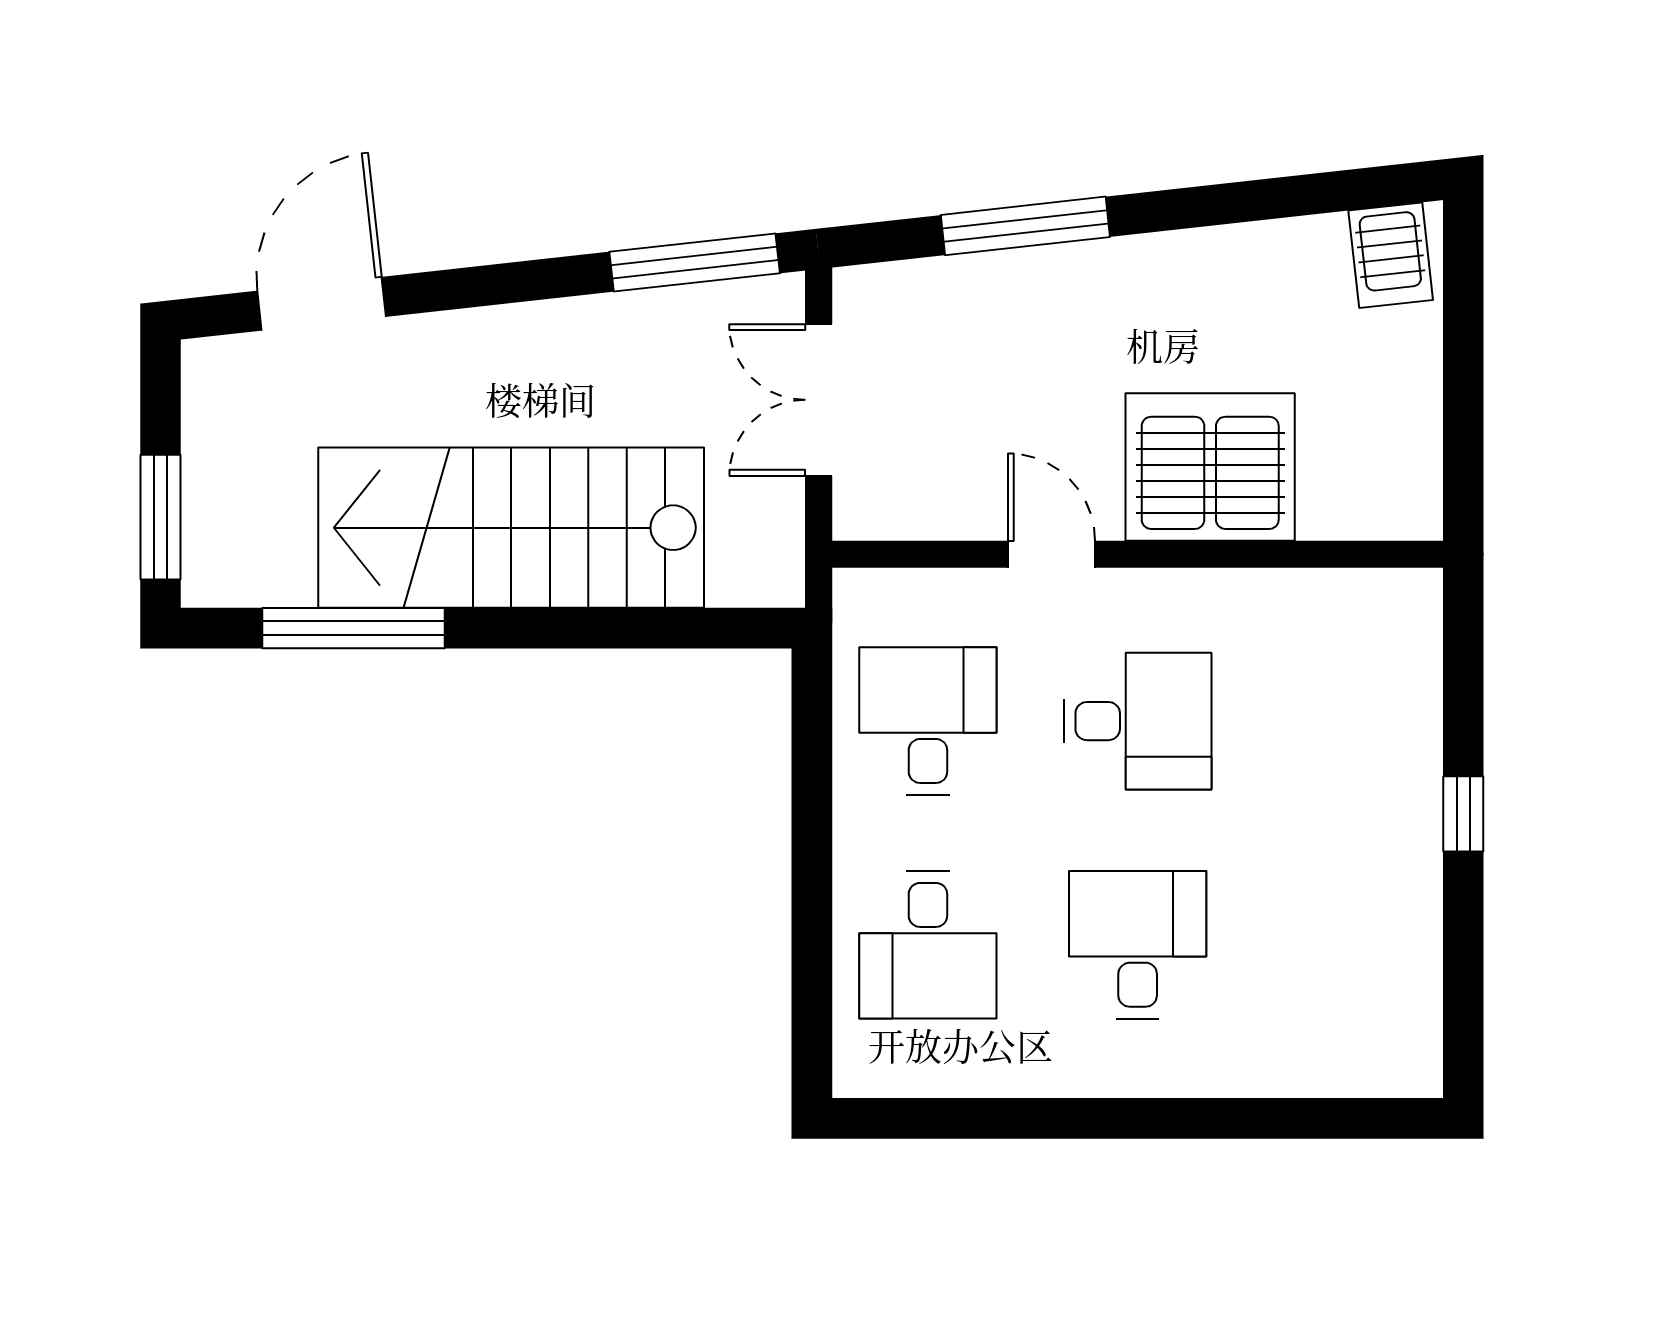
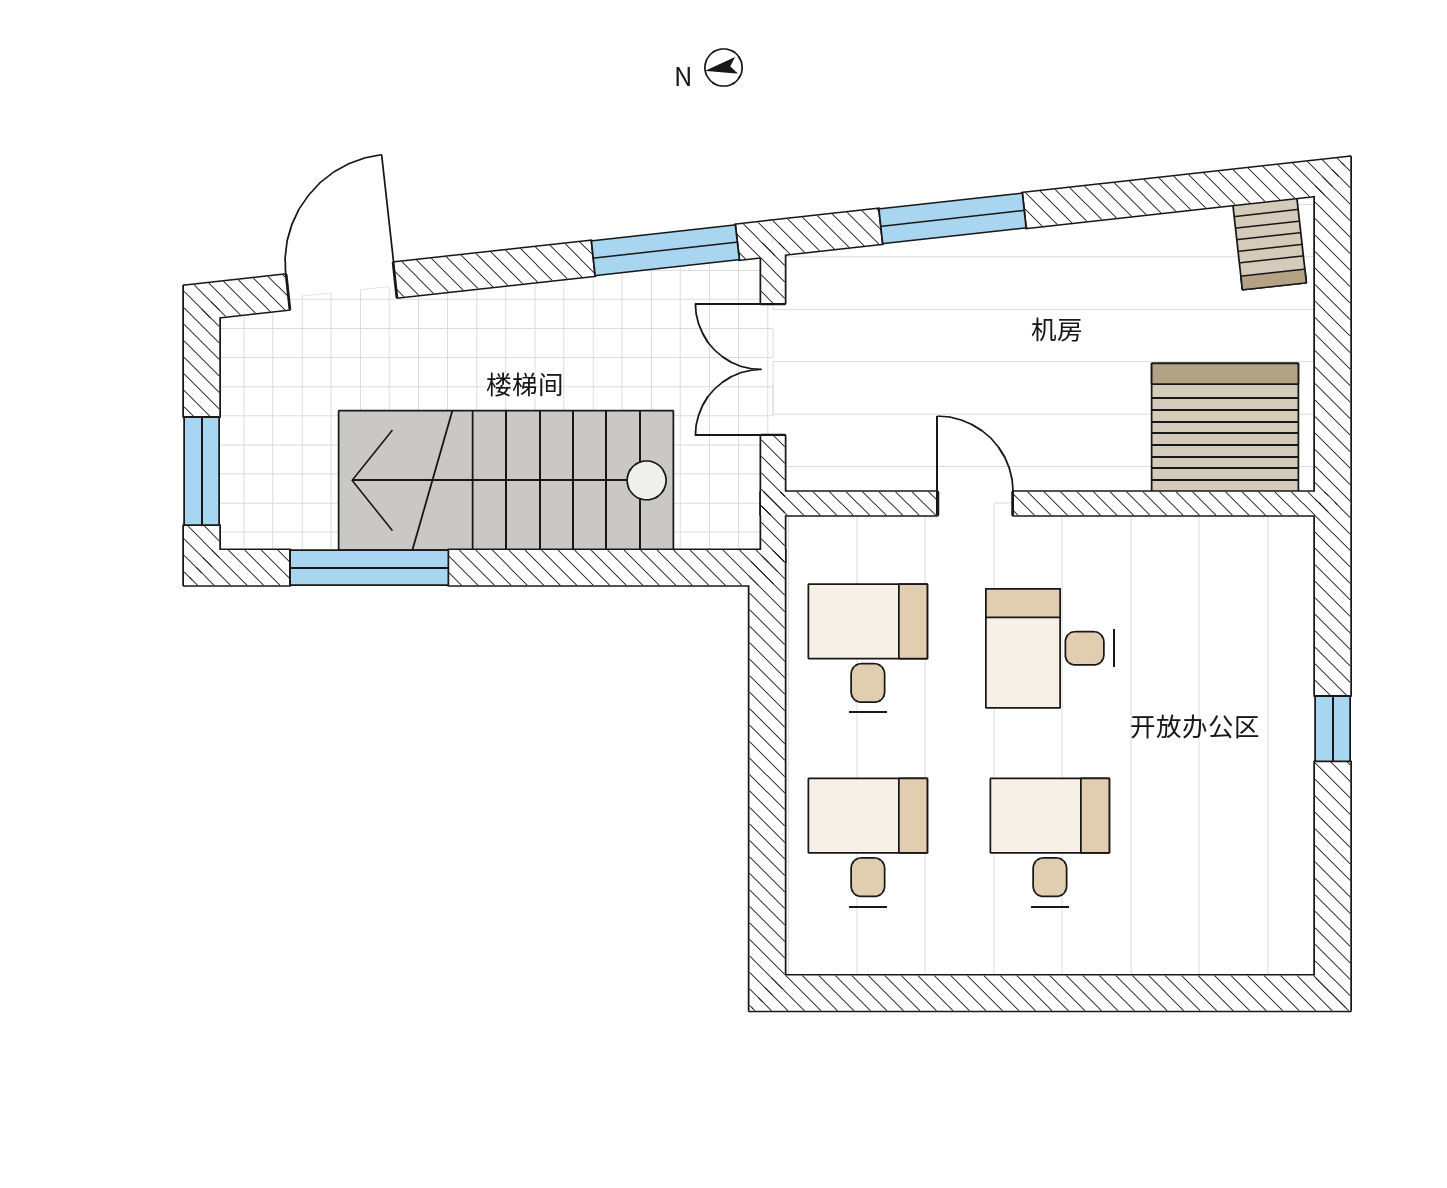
server rack: (1210, 467) -> (1225, 428), moved
desk: (1138, 721) -> (1050, 648), turned 180
desk: (928, 945) -> (868, 843), turned 180

